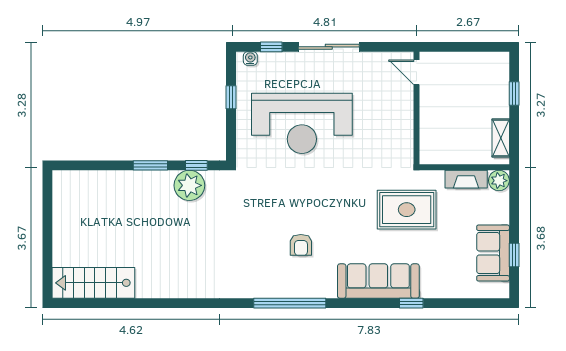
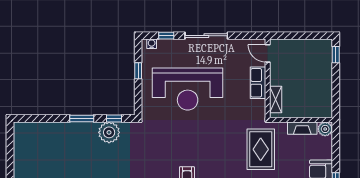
window: (514, 93) -> (336, 55), moved
row of seats: (403, 114) -> (258, 83), added
shelving: (501, 138) -> (276, 99), moved
rug: (407, 210) -> (261, 149), turned 90

